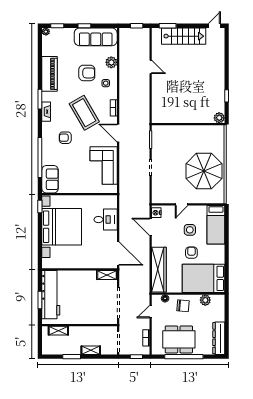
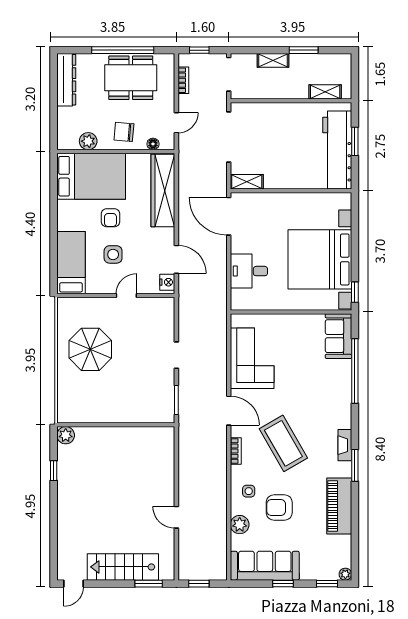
armchair: (65, 138) -> (314, 403), removed
parasol: (204, 171) -> (90, 349), width x0.73, depth x0.73

